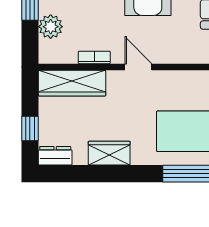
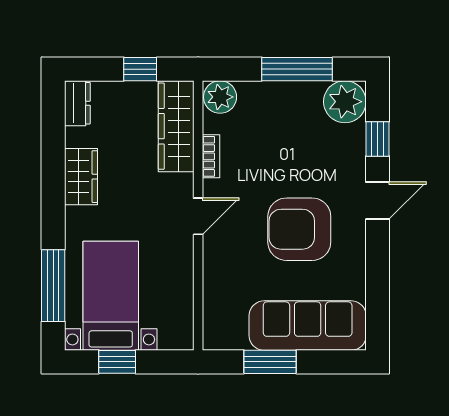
plant: (51, 27) -> (220, 97), moved
window: (30, 128) -> (140, 69), moved

